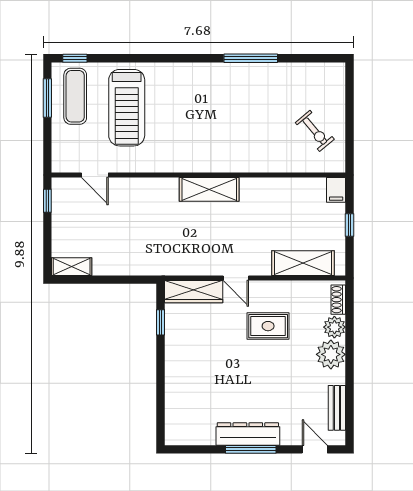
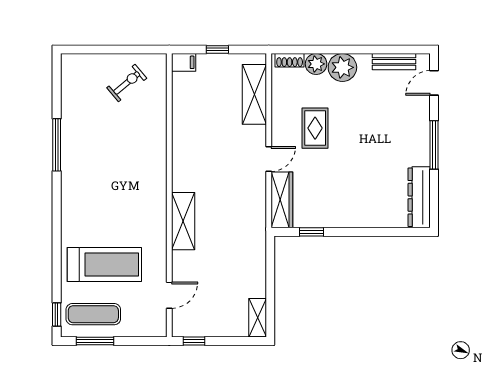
shelving: (209, 189) -> (183, 221), moved
dresser: (248, 434) -> (419, 197), moved

